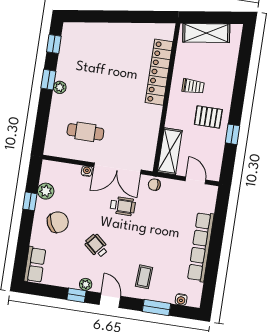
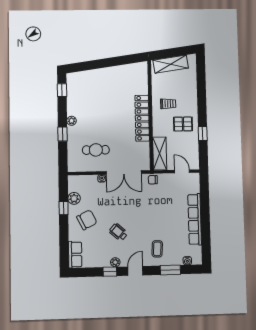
locker: (159, 72) -> (142, 118), moved
window: (48, 80) -> (63, 134), moved
wheelchair: (123, 206) -> (133, 199), removed
door: (110, 300) -> (135, 271), hinge flipped

